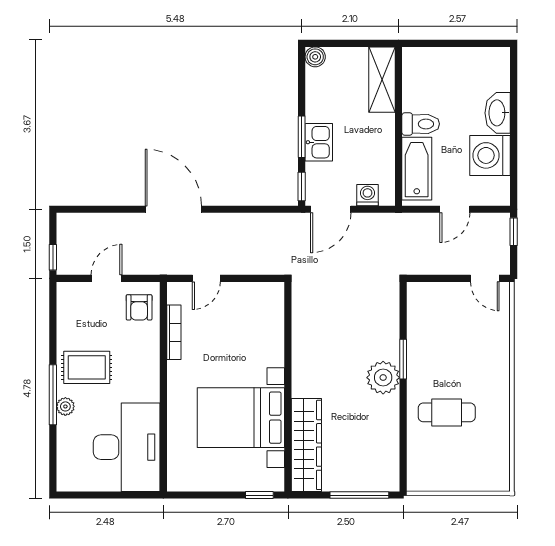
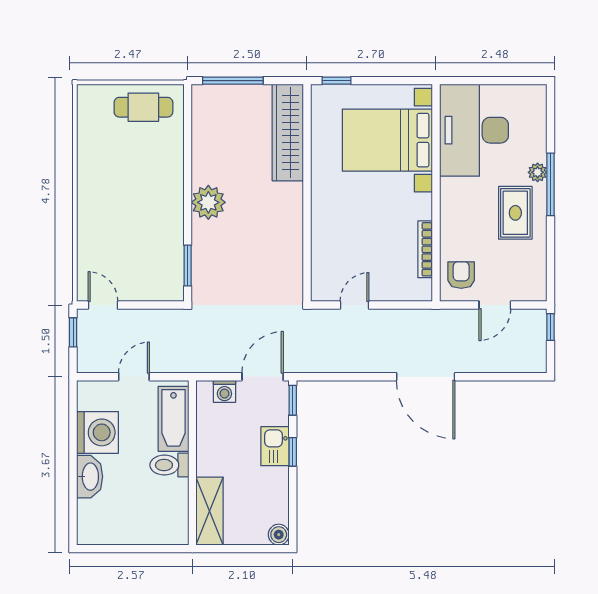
window: (302, 137) -> (293, 452), width x0.67
window: (514, 232) -> (73, 332), moved
door: (206, 278) -> (354, 305), moved
window: (403, 359) -> (188, 265), moved
rug: (87, 367) -> (515, 213), turned 90
cafe table: (447, 412) -> (143, 107), moved
bed with nightstands: (241, 418) -> (387, 140), moved, turned 180

